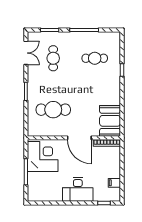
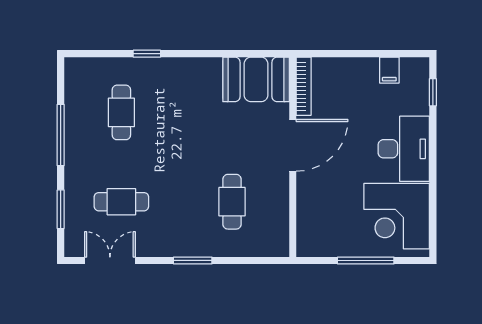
cafe table: (53, 110) -> (232, 202), width x0.73, depth x0.74
corner desk: (43, 156) -> (397, 216), moved, turned -90

